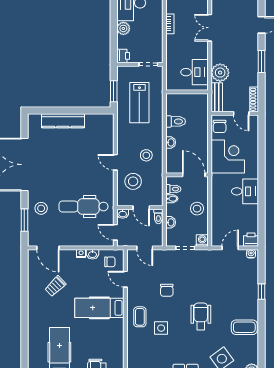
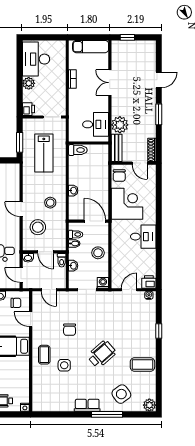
toilet: (176, 121) -> (78, 150), moved
wheelchair: (201, 316) -> (102, 354), turned 49

